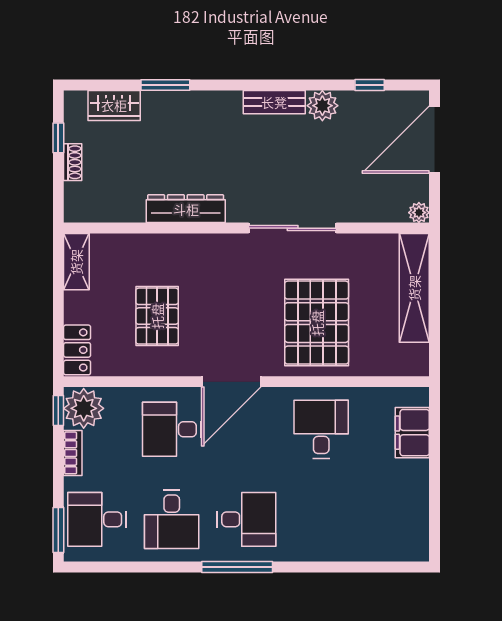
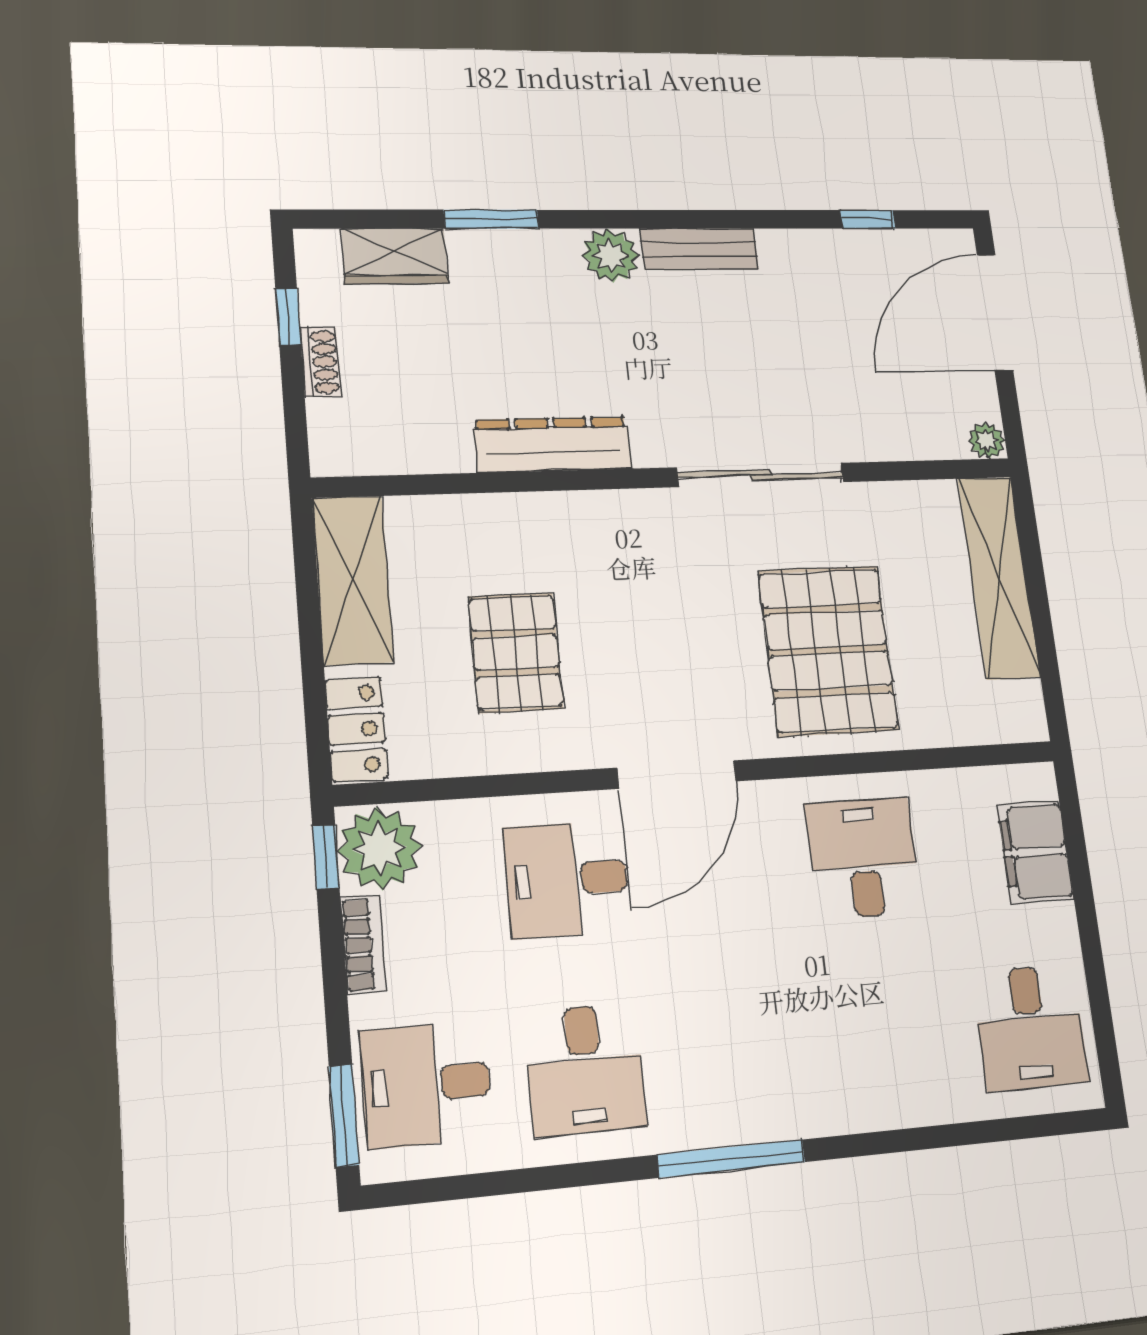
plant: (322, 106) -> (611, 256), moved
shelving: (76, 262) -> (353, 580), width x1.50, depth x1.33
desk: (246, 519) -> (1030, 1027), moved, turned 90

